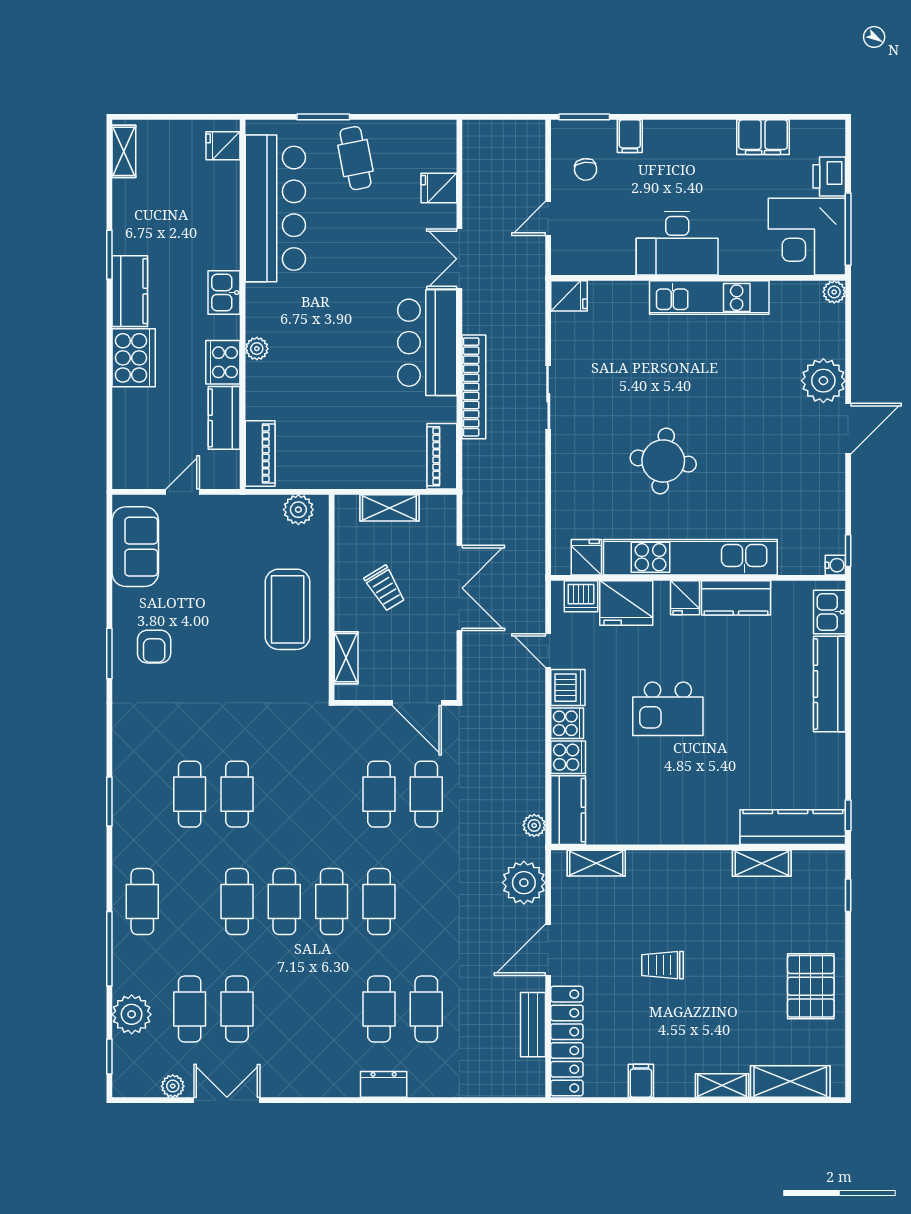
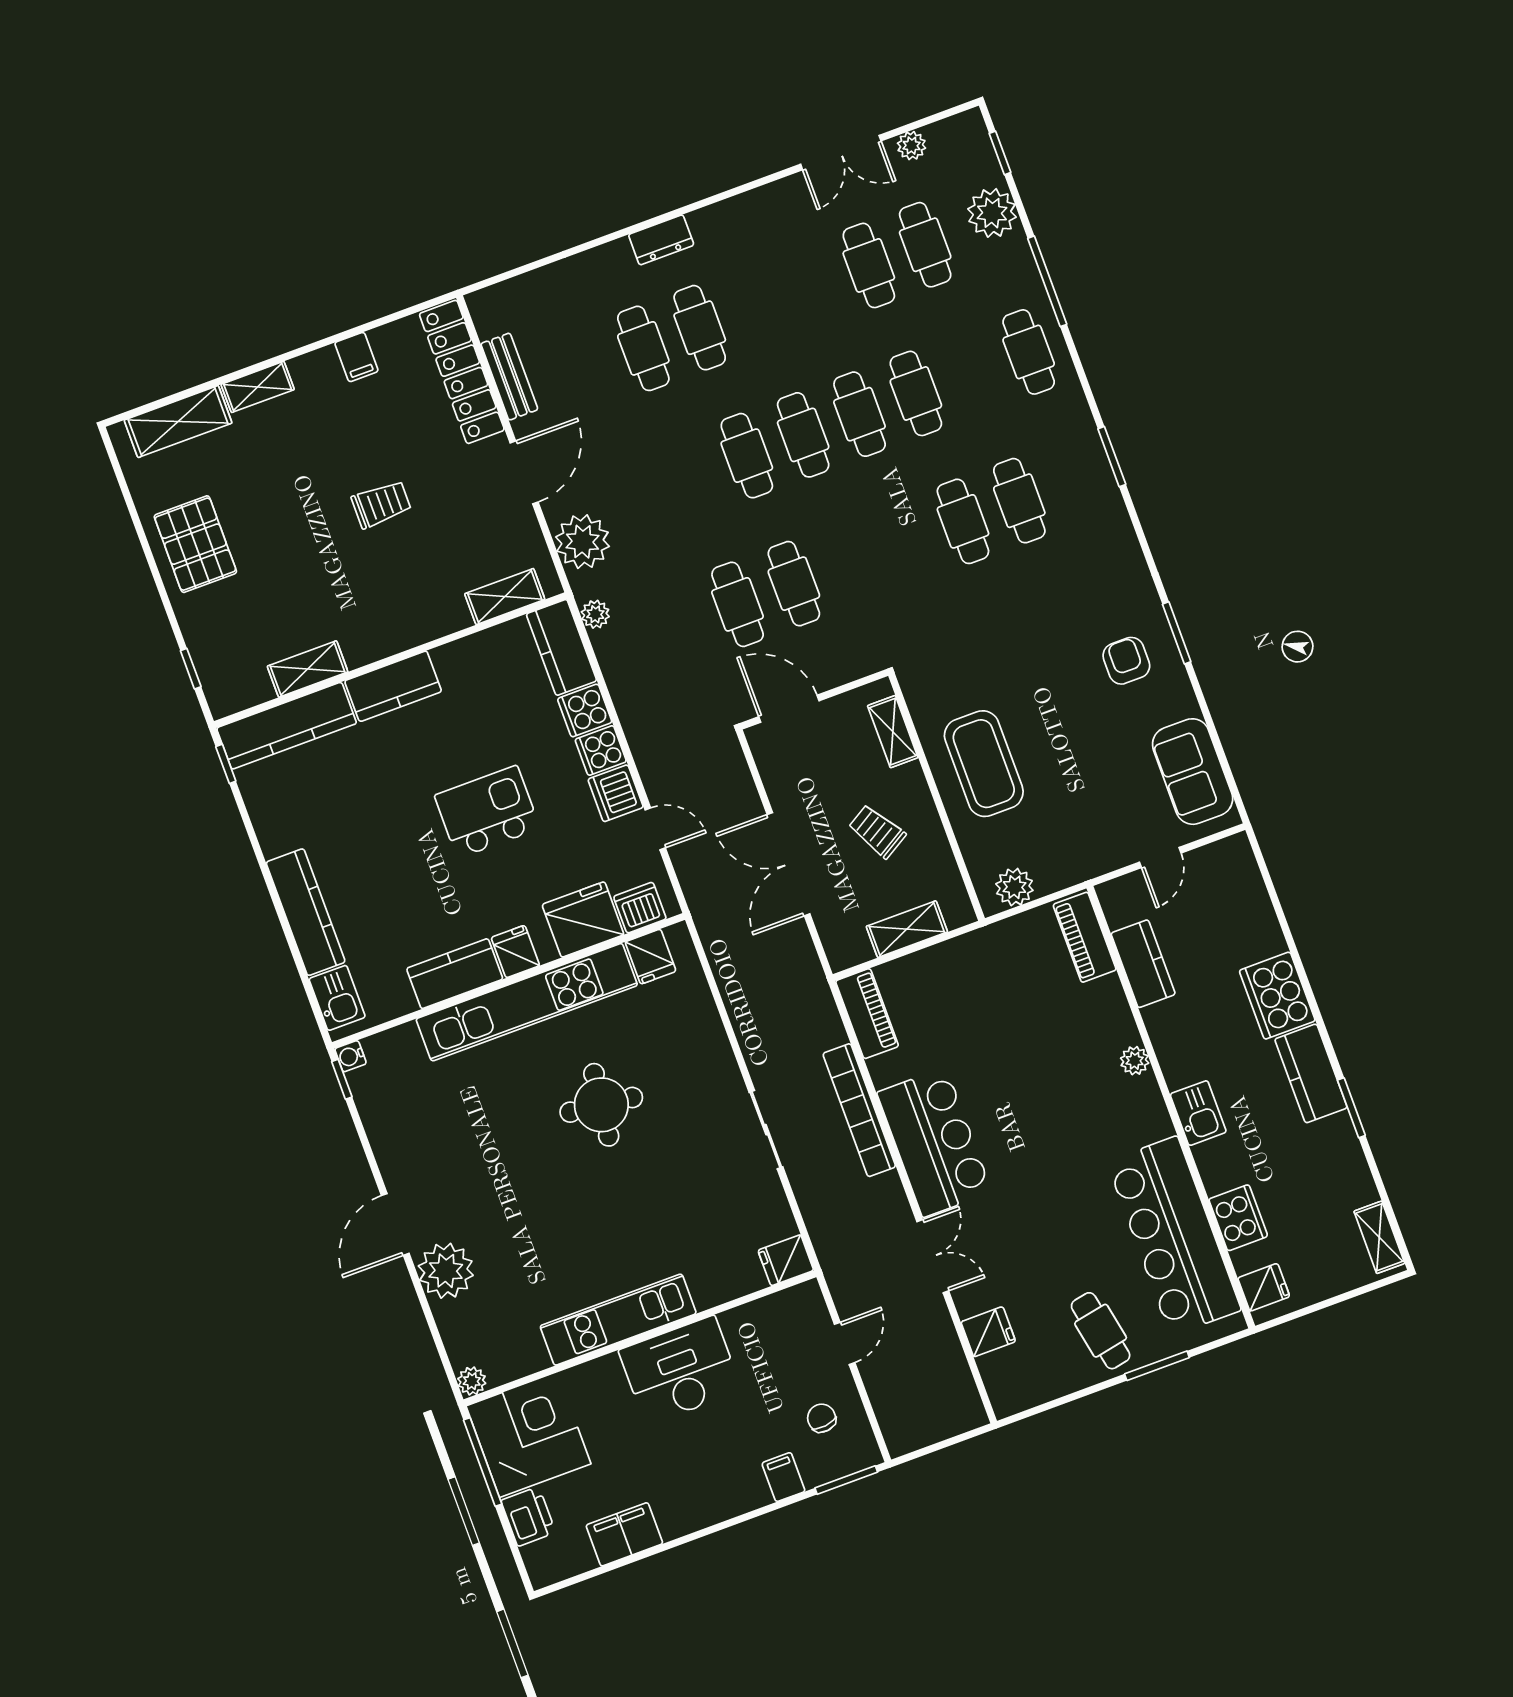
cooker: (223, 362) -> (1238, 1218), moved
kitchen counter: (703, 827) -> (393, 686), added

